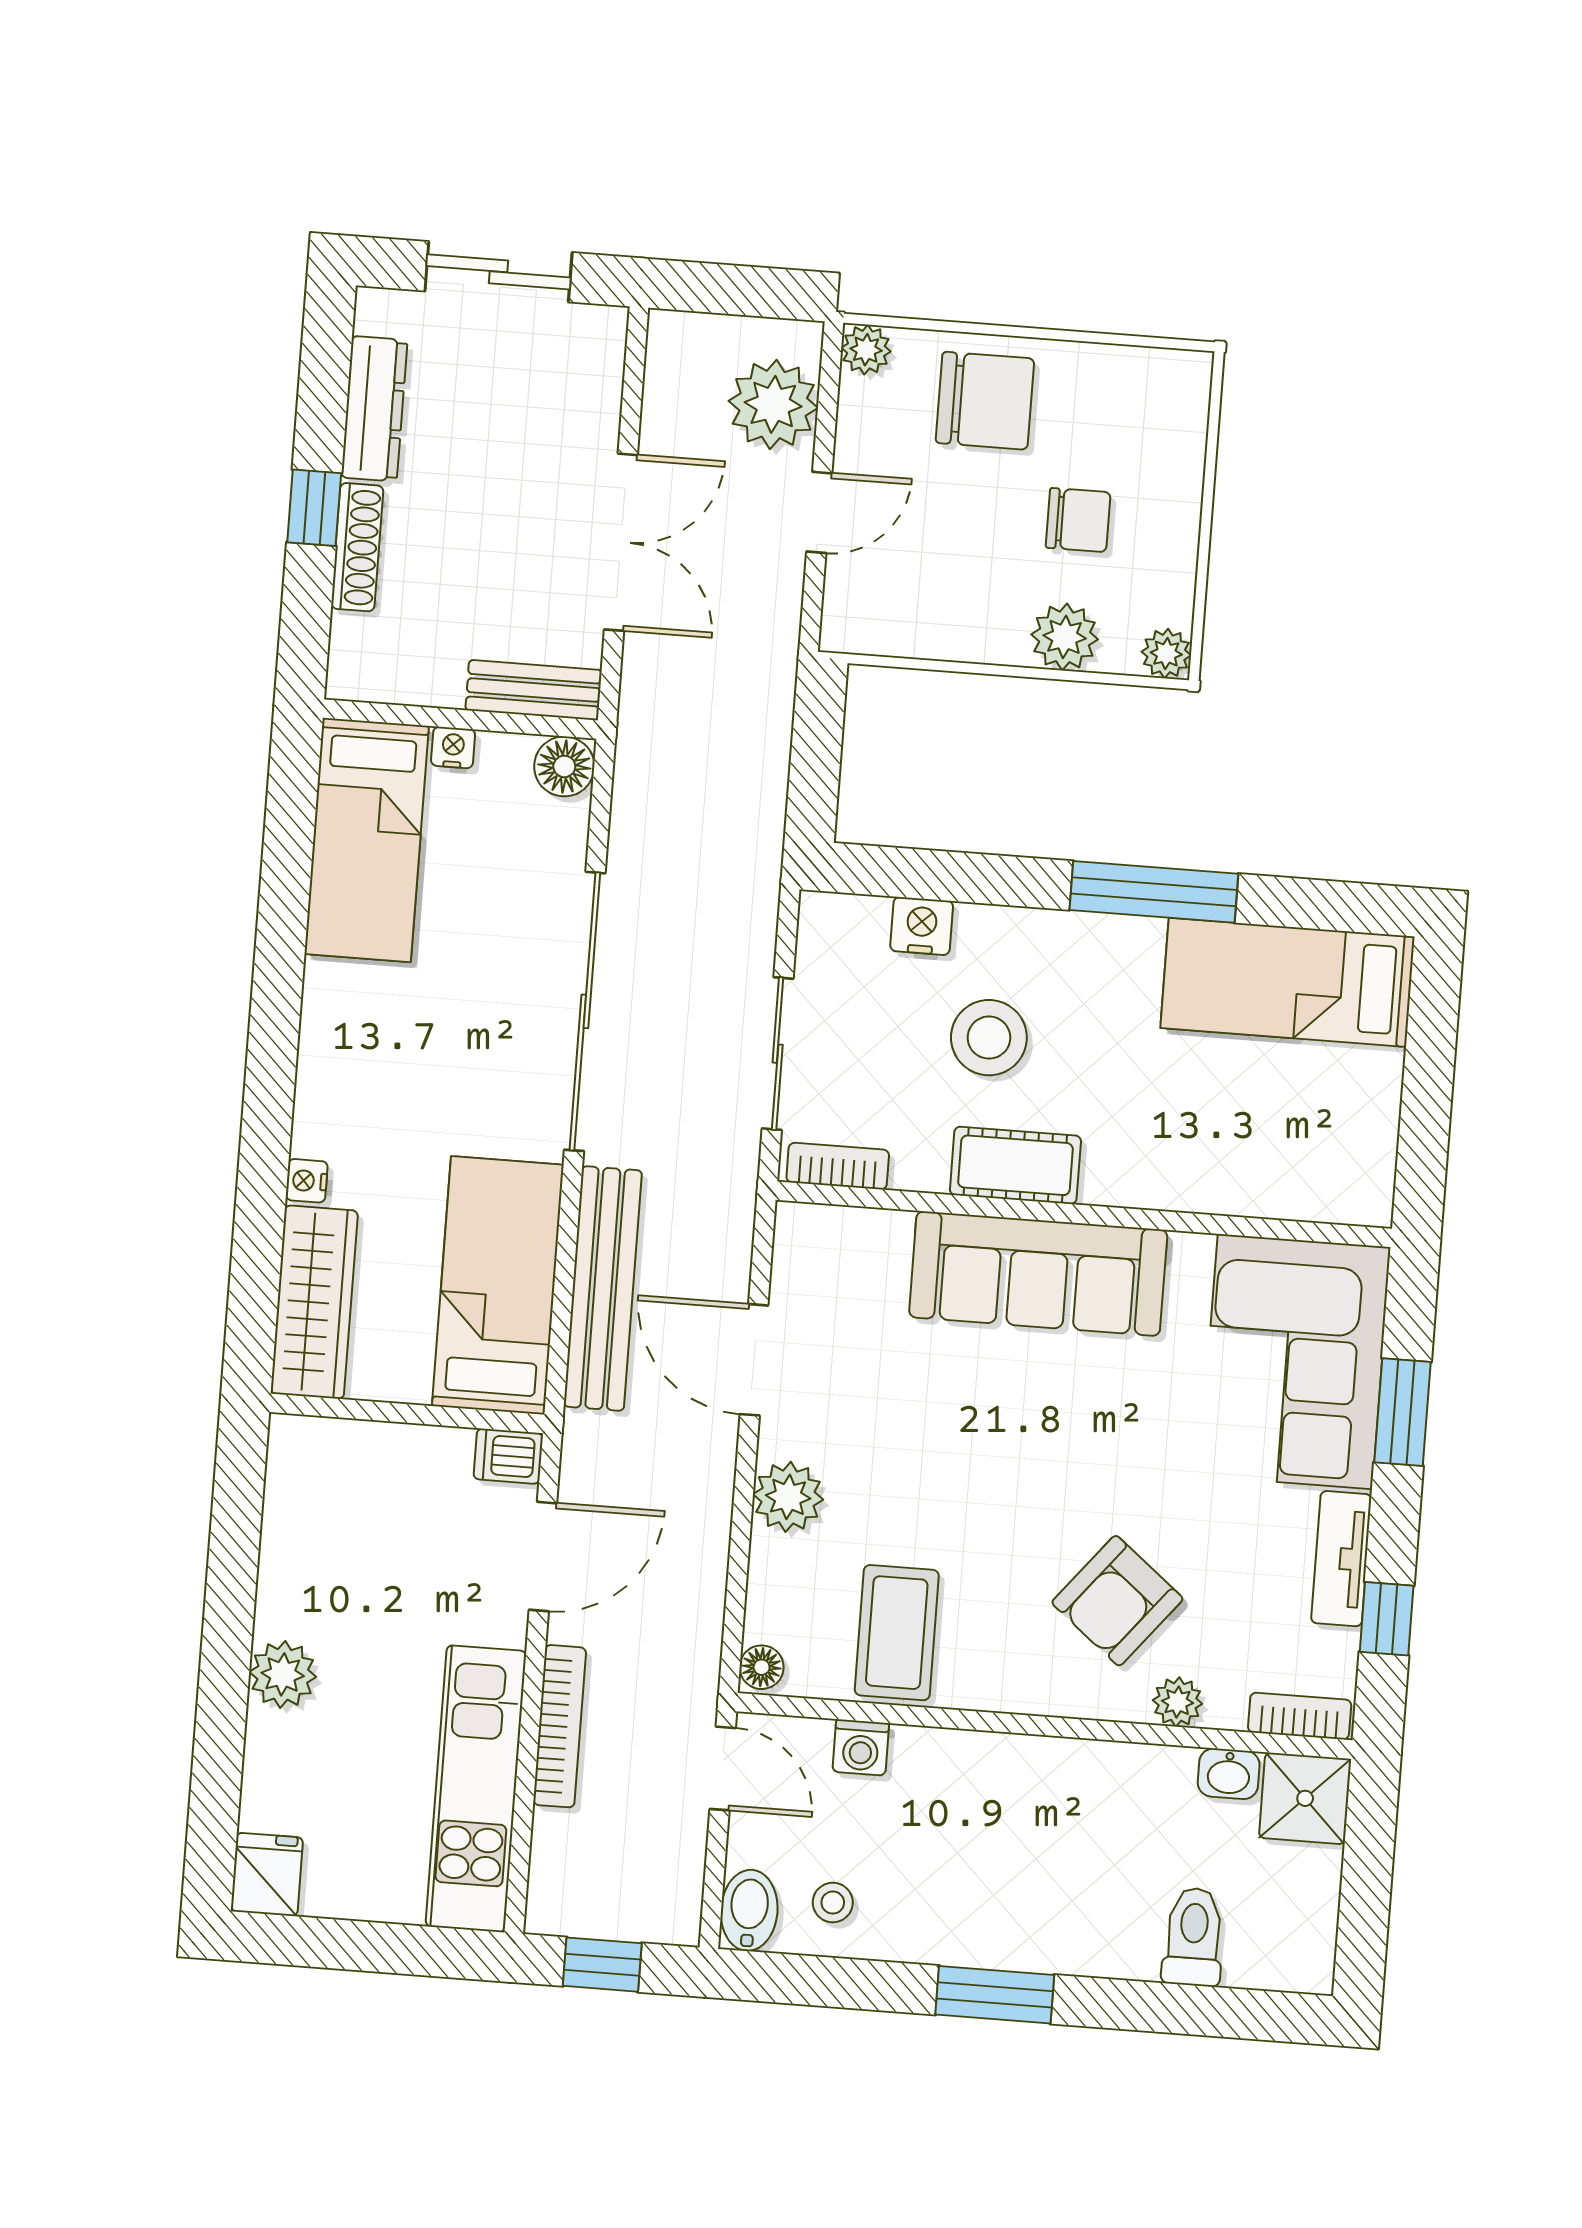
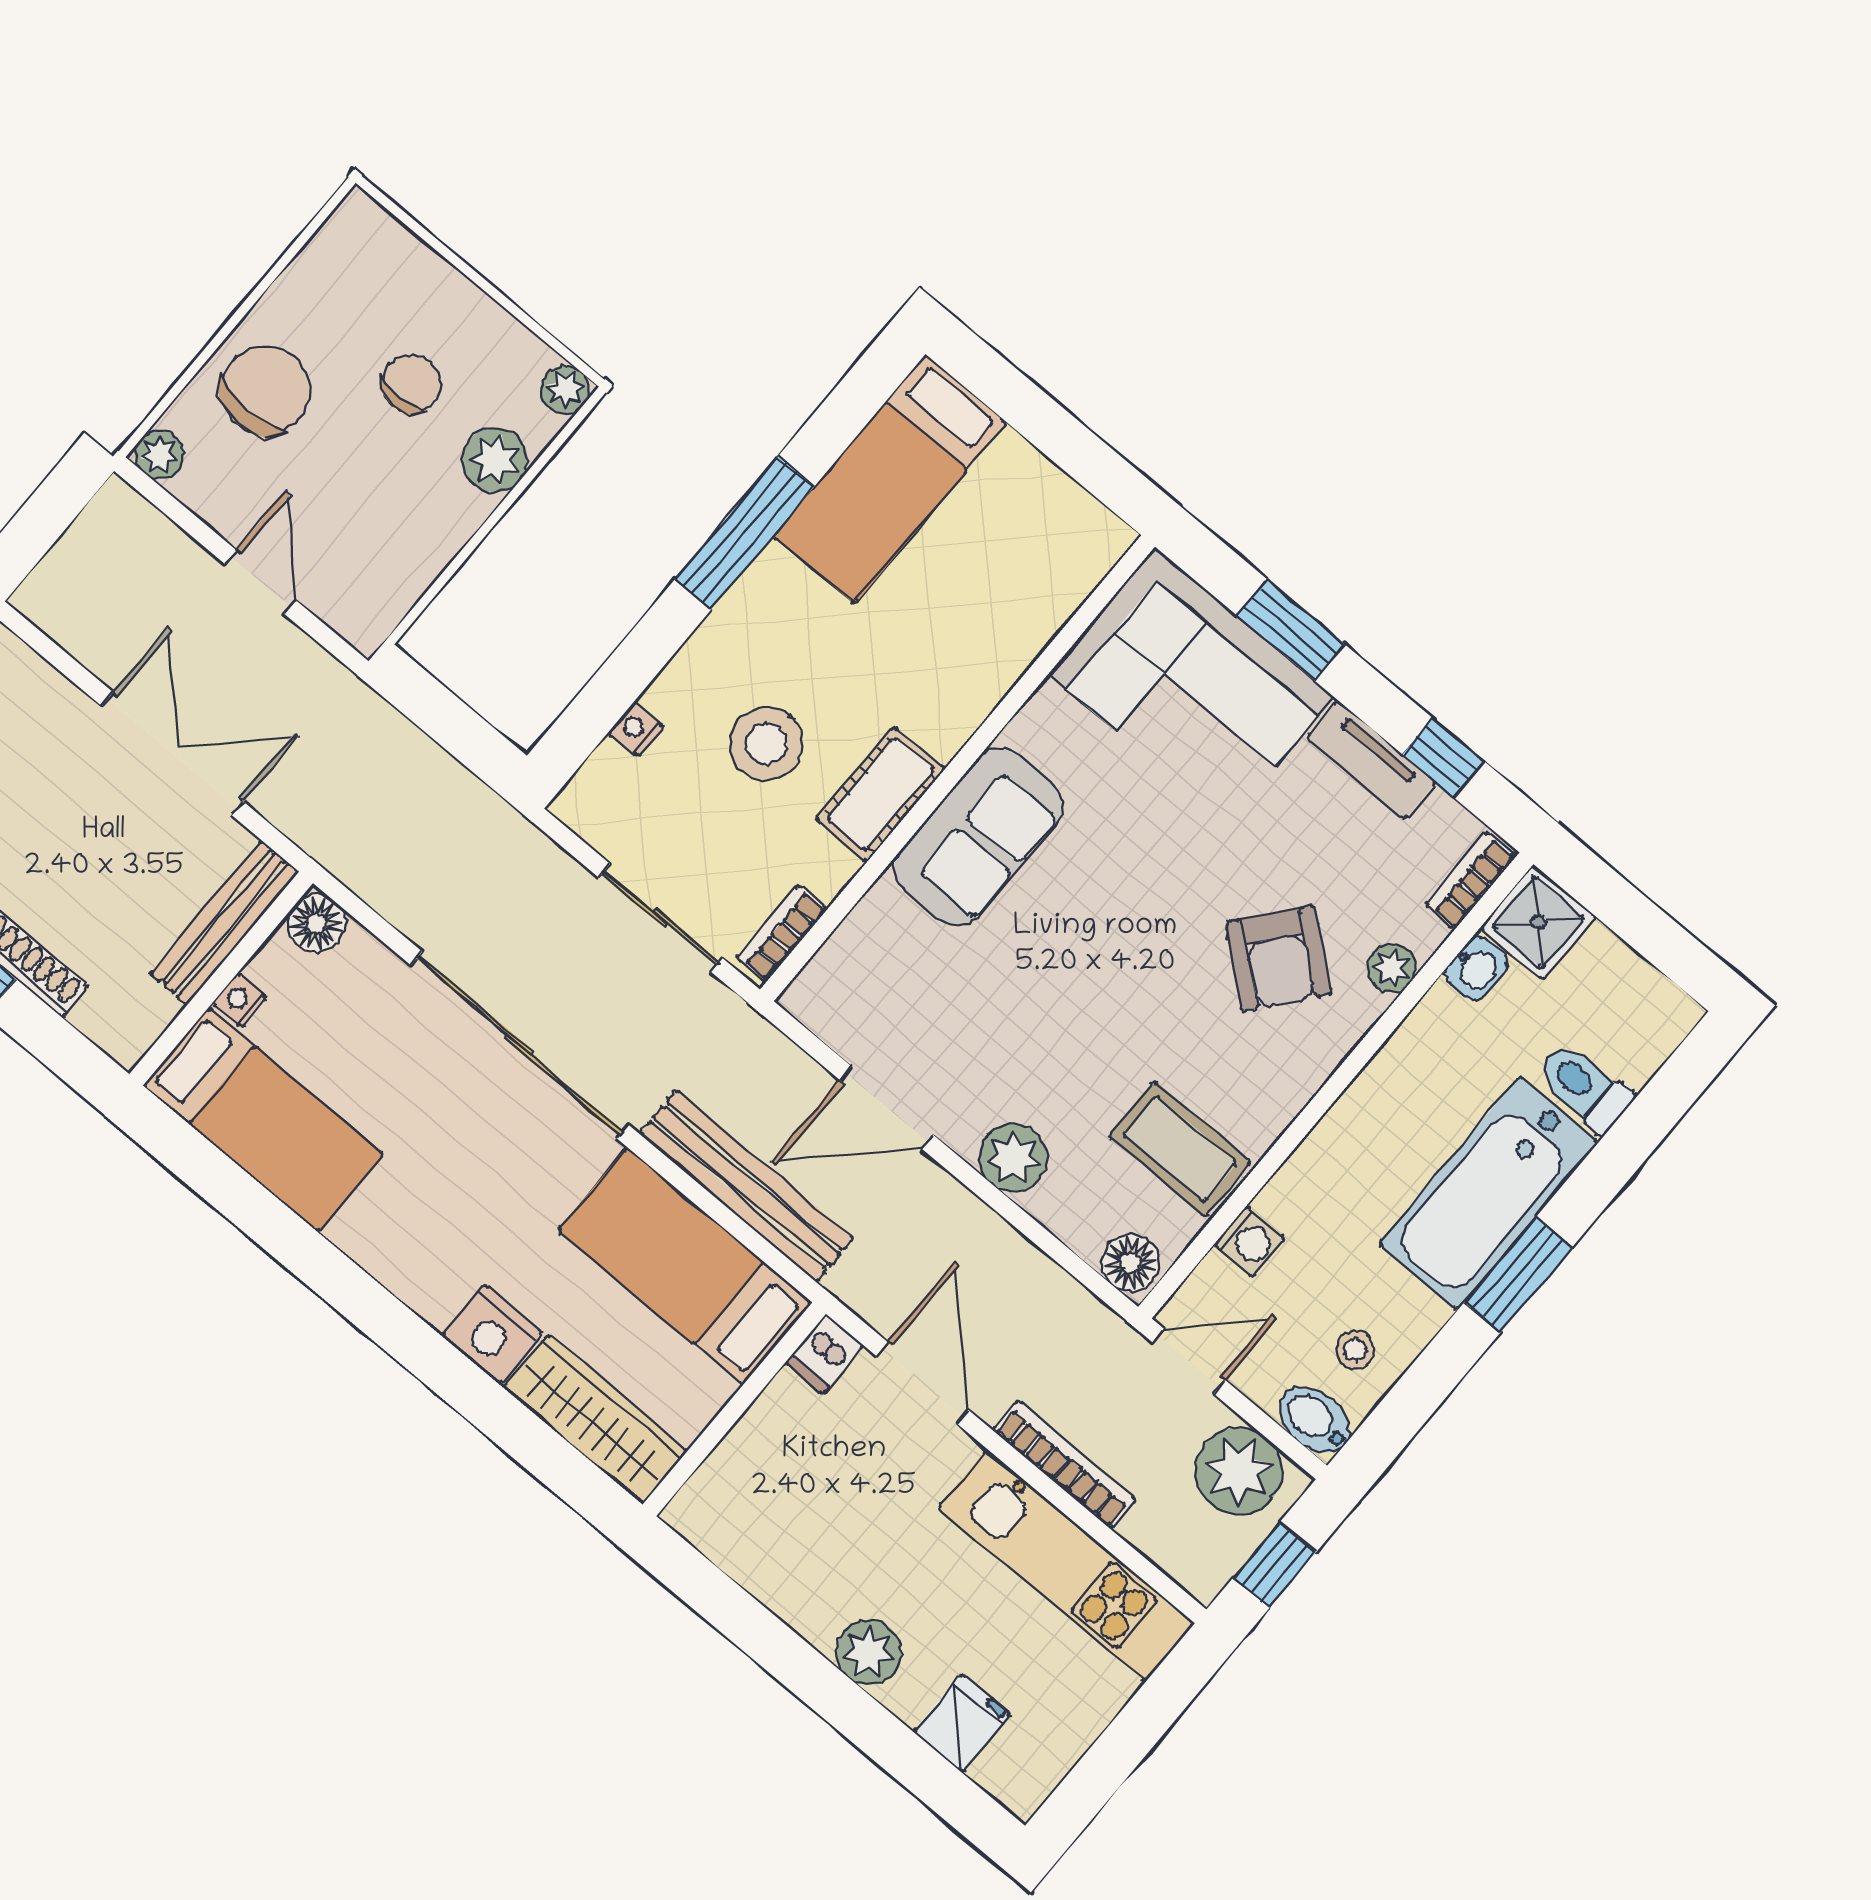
plant: (773, 404) -> (1239, 1471), moved
bench: (534, 690) -> (225, 923), width x1.36
nightstand: (922, 926) -> (636, 729), width x0.72, depth x0.74
nightstand: (307, 1181) -> (492, 1334), width x1.89, depth x1.79
sofa: (1038, 1274) -> (978, 837), width x0.73
floor lamp: (762, 1667) -> (1130, 1263), width x1.37, depth x1.37
fridge: (267, 1874) -> (962, 1723), moved, turned 90
bathtub: (1046, 1920) -> (1489, 1193), added

